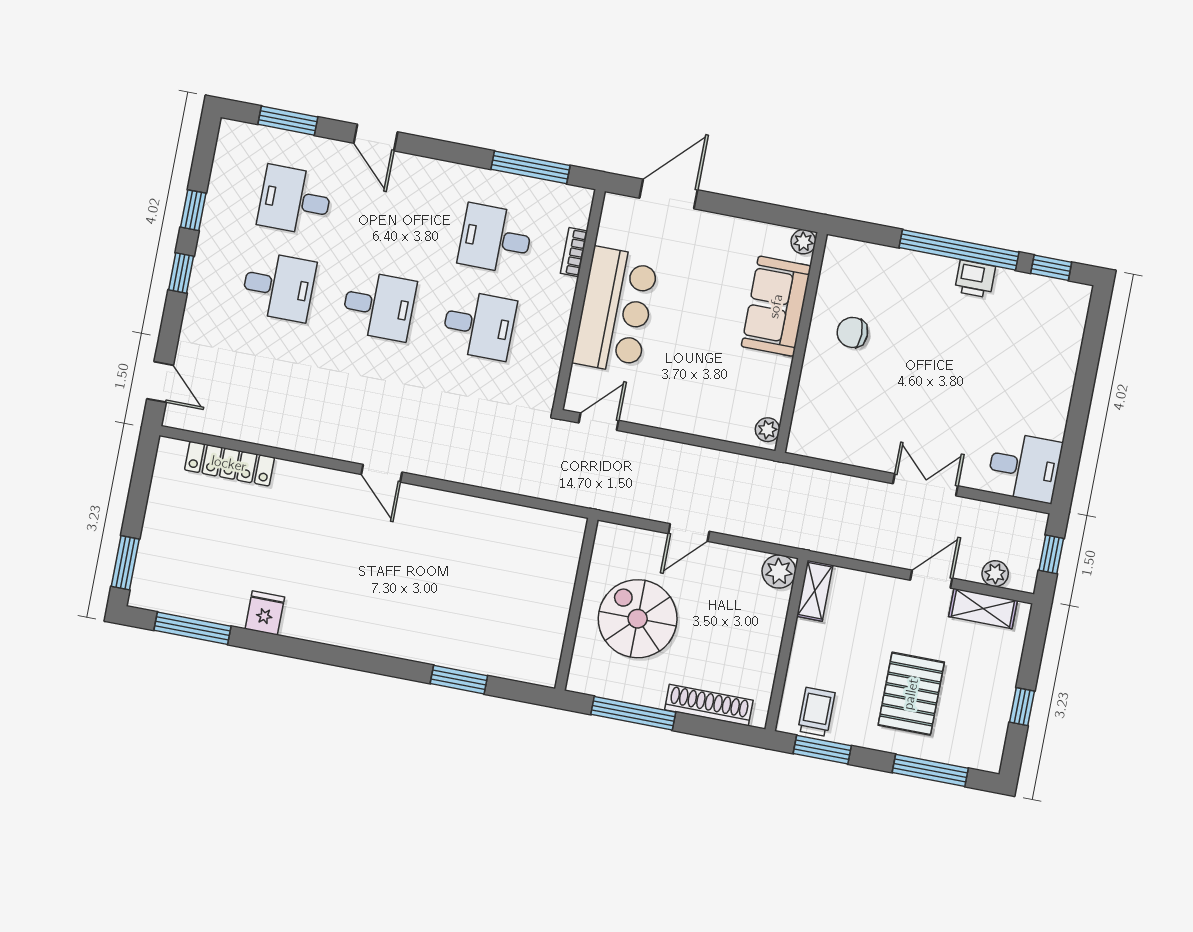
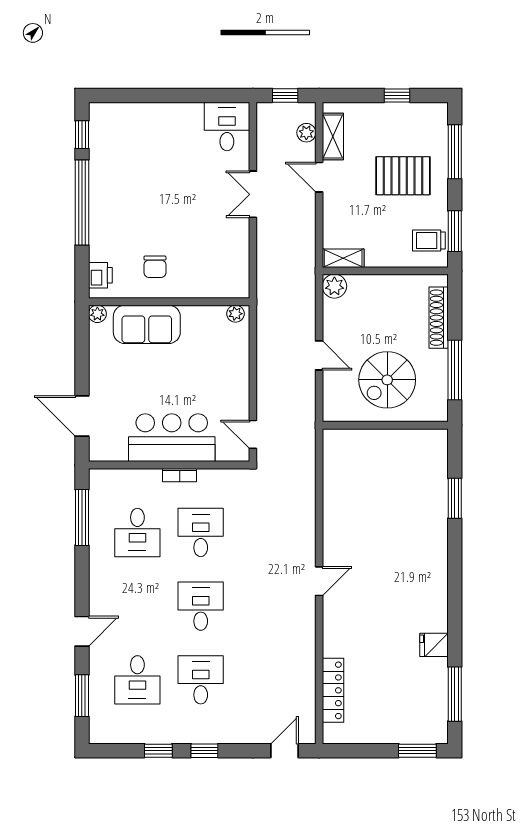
bookcase: (574, 252) -> (180, 475), moved
printer: (975, 279) -> (100, 275), moved

